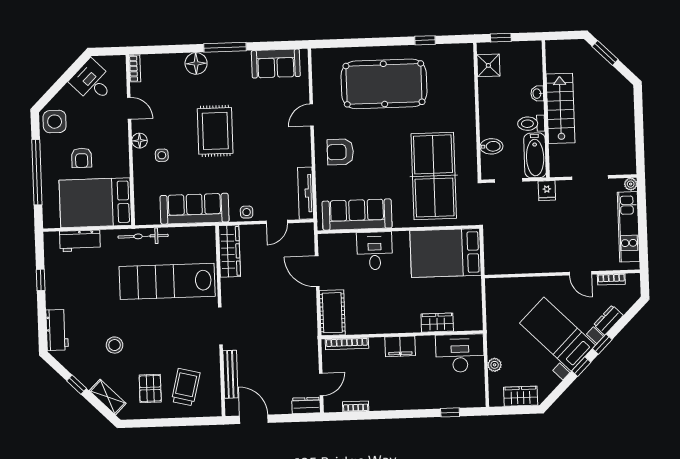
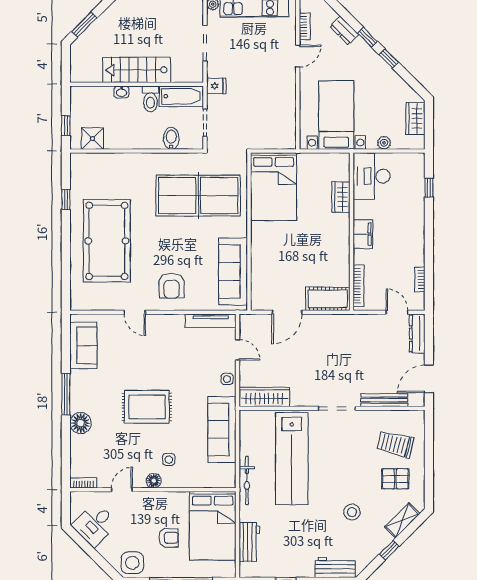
desk: (375, 251) -> (269, 256), removed
bed with nightstands: (558, 334) -> (336, 115), moved, turned 135
dresser: (306, 405) -> (417, 334), width x1.44

